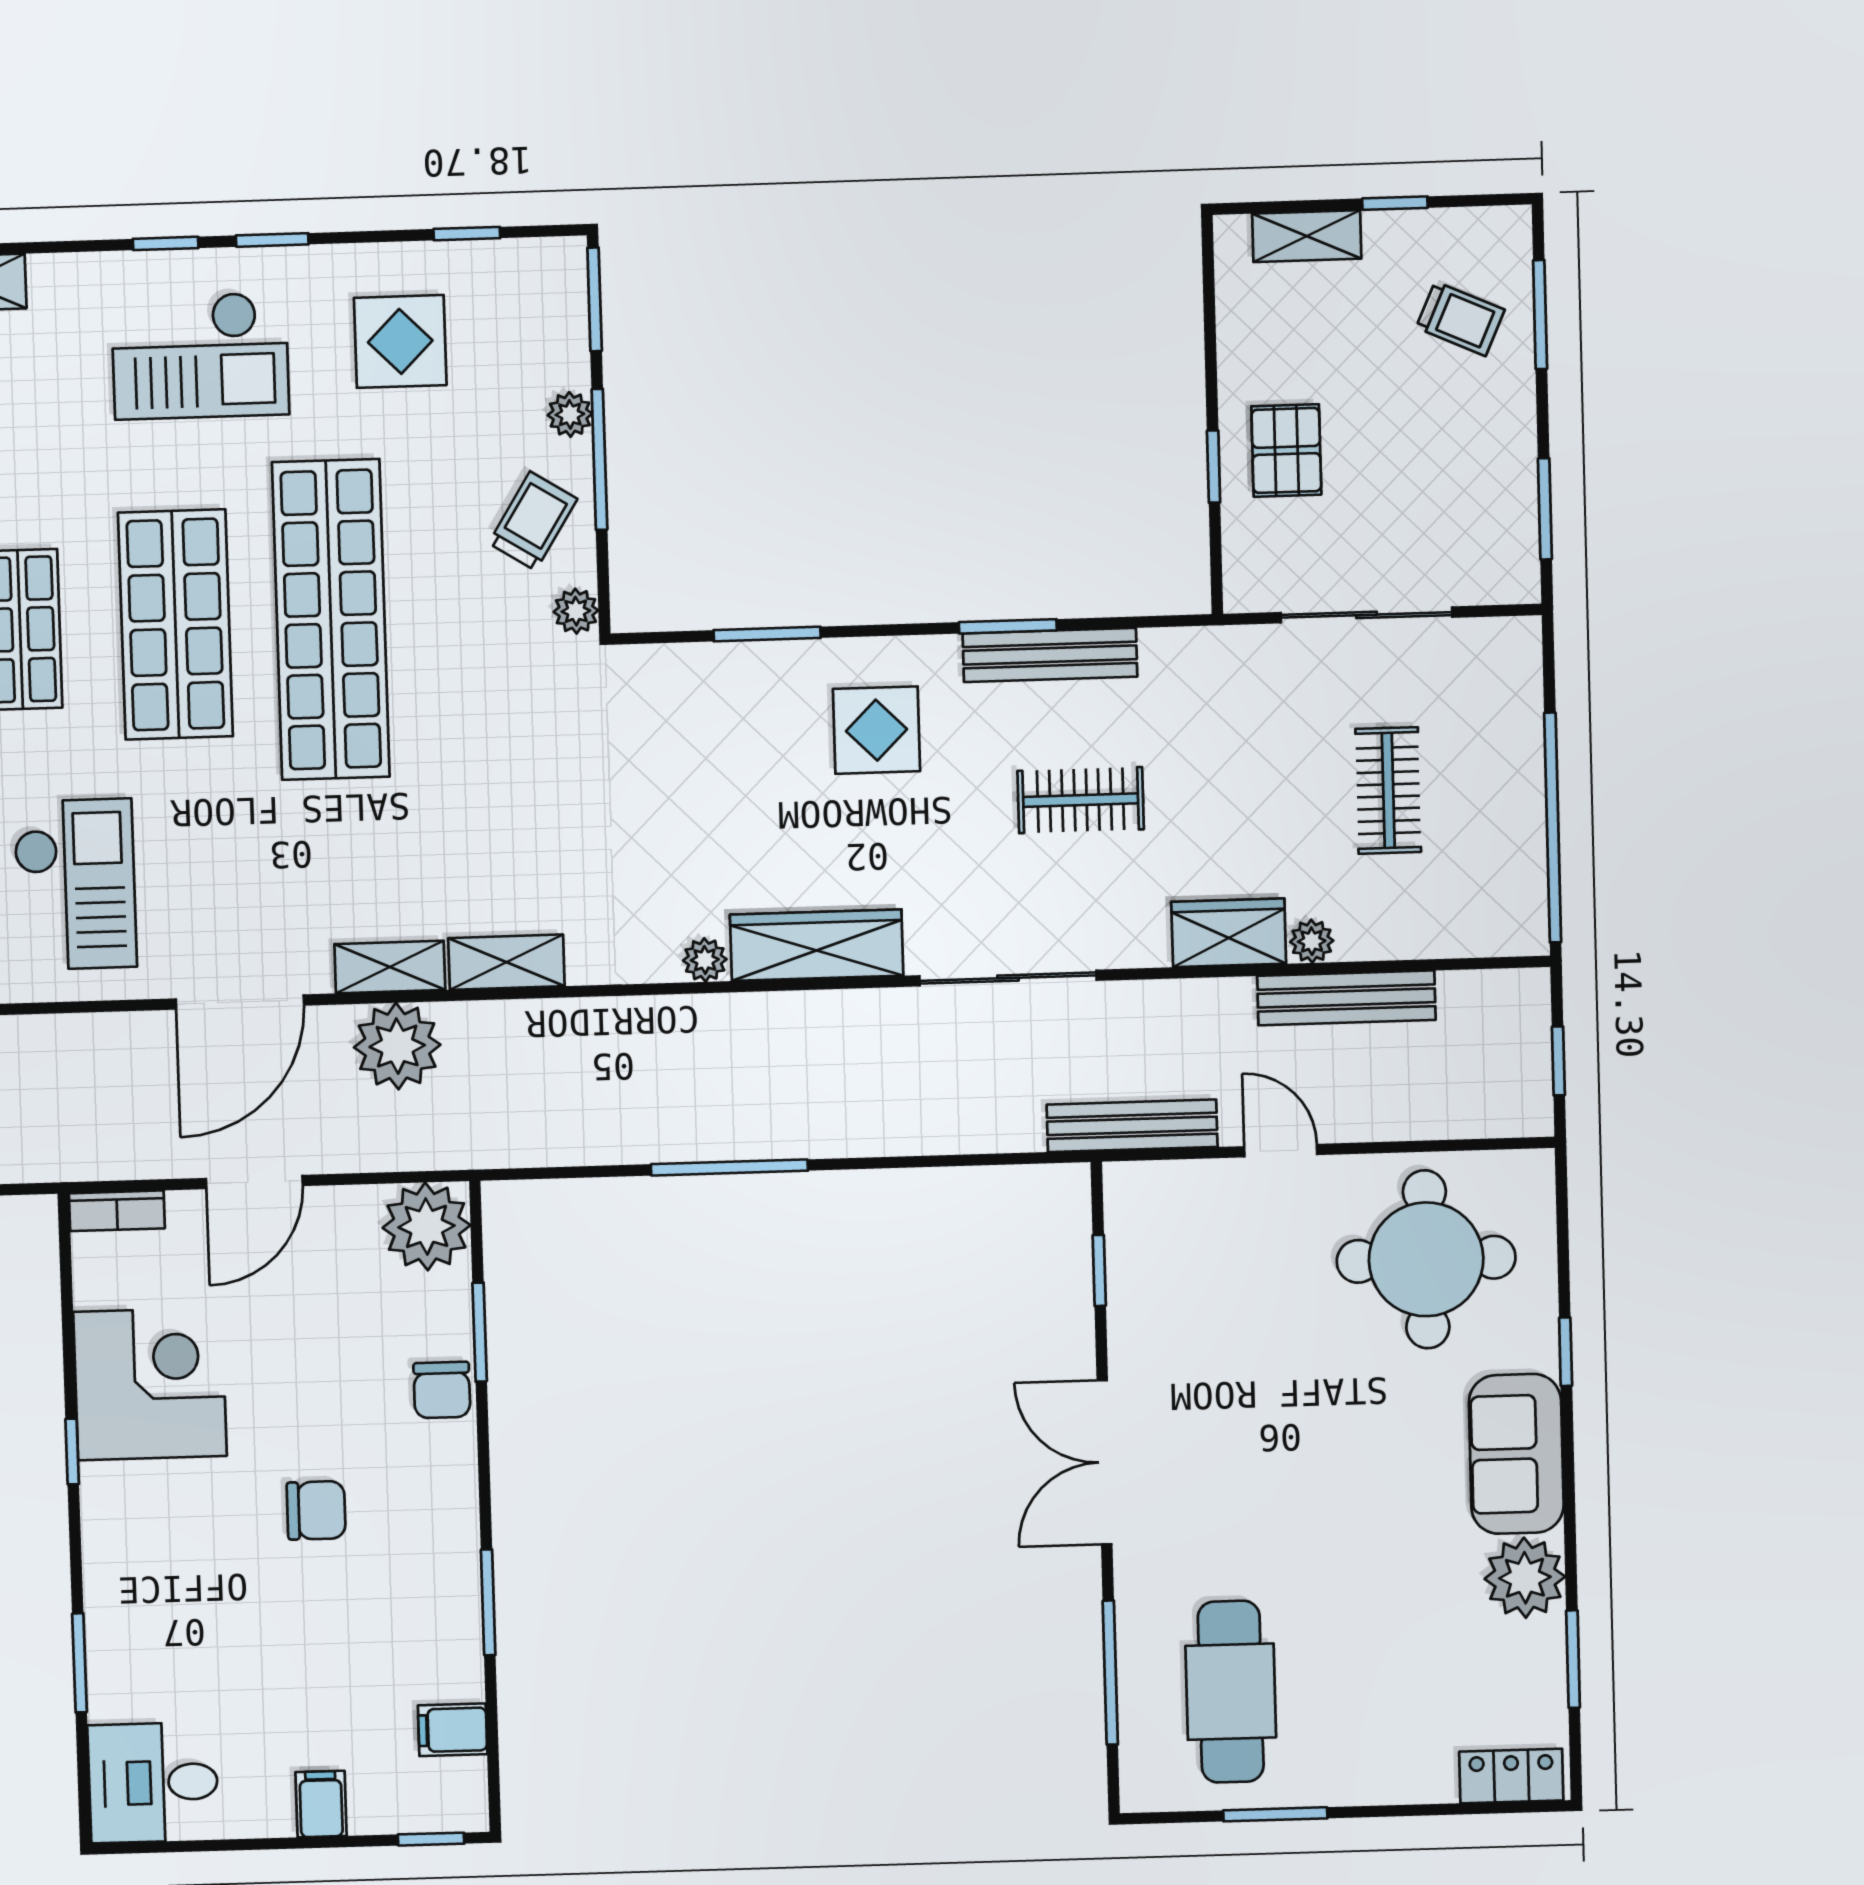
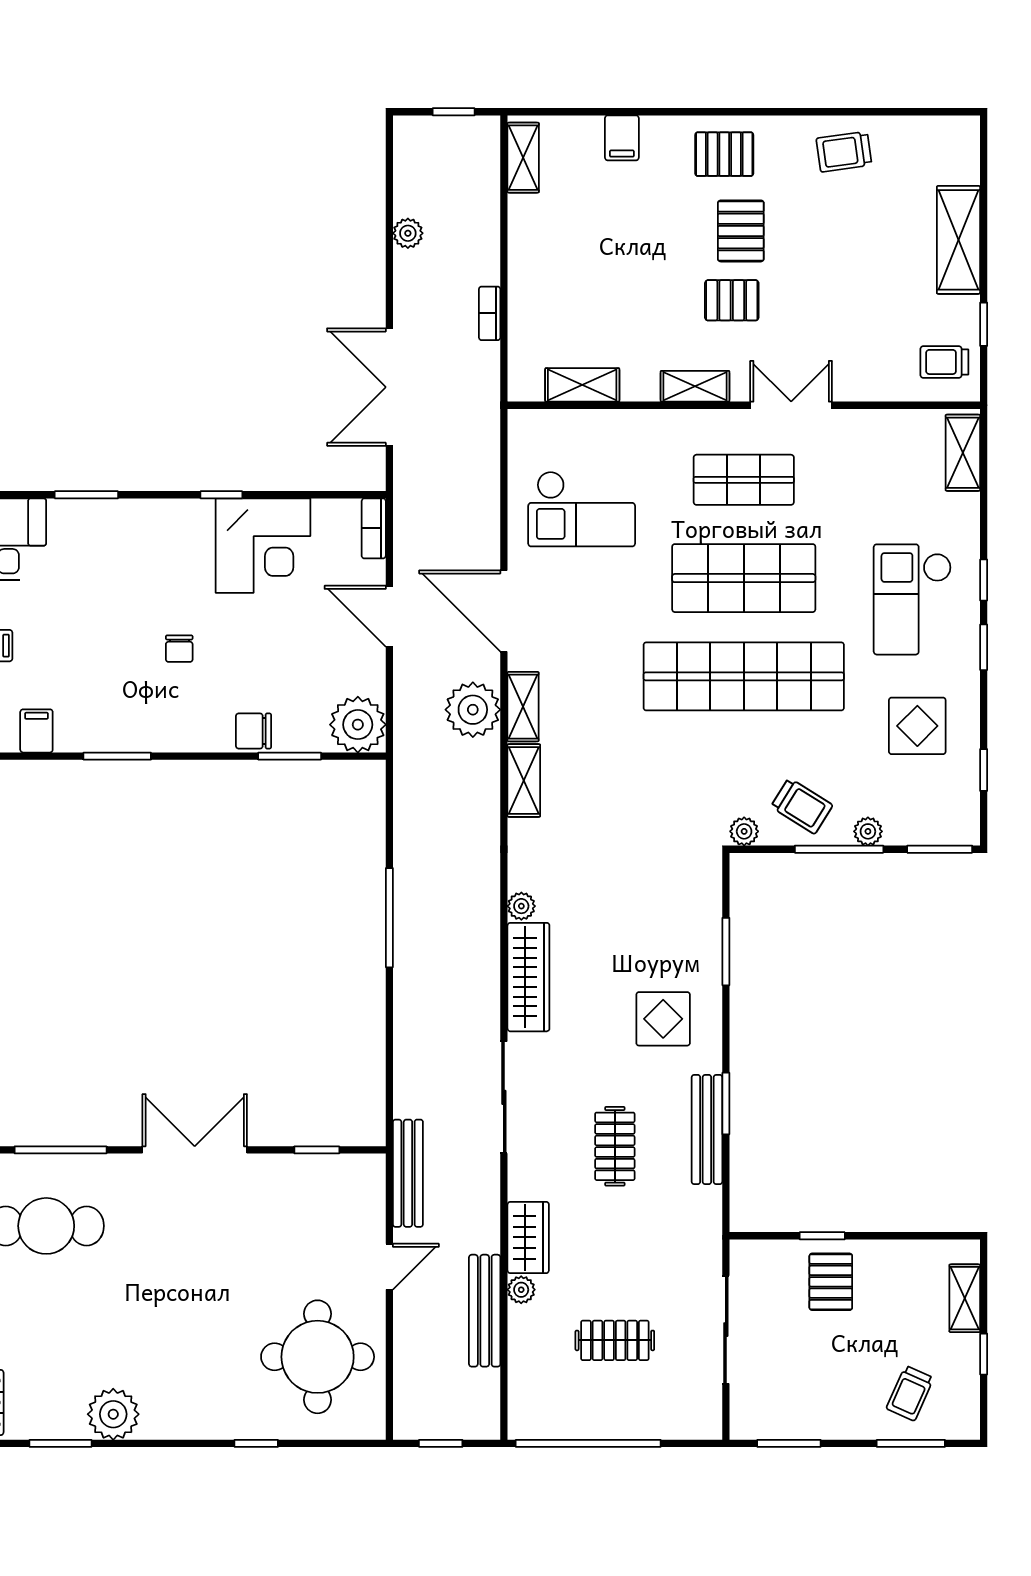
pallet: (1286, 450) -> (831, 1282), turned 90
sofa: (1516, 1454) -> (192, 1411), removed
chair: (316, 1510) -> (179, 649), width x0.73, depth x0.73

